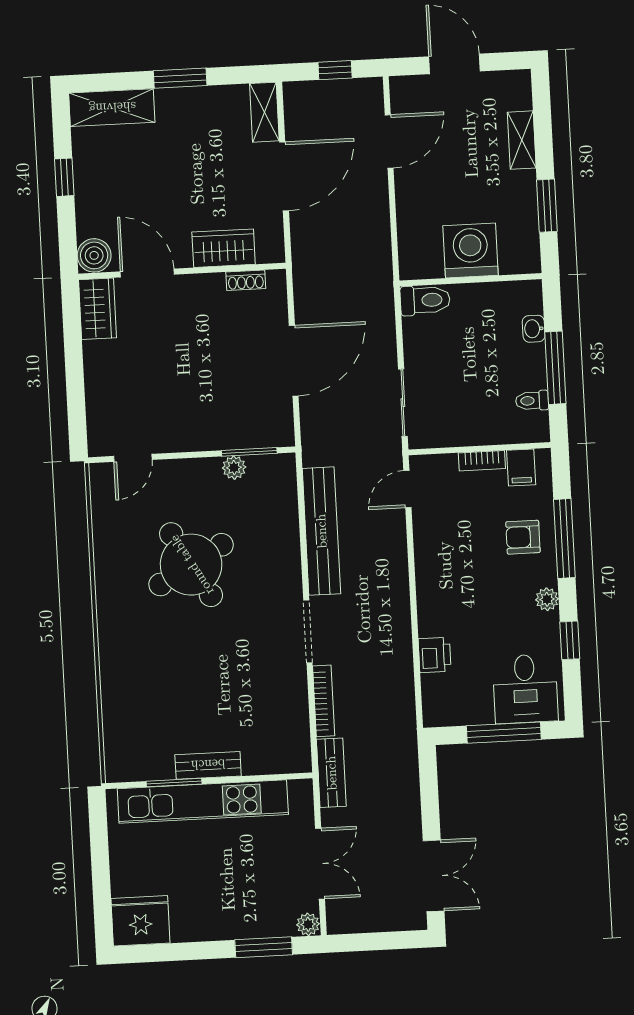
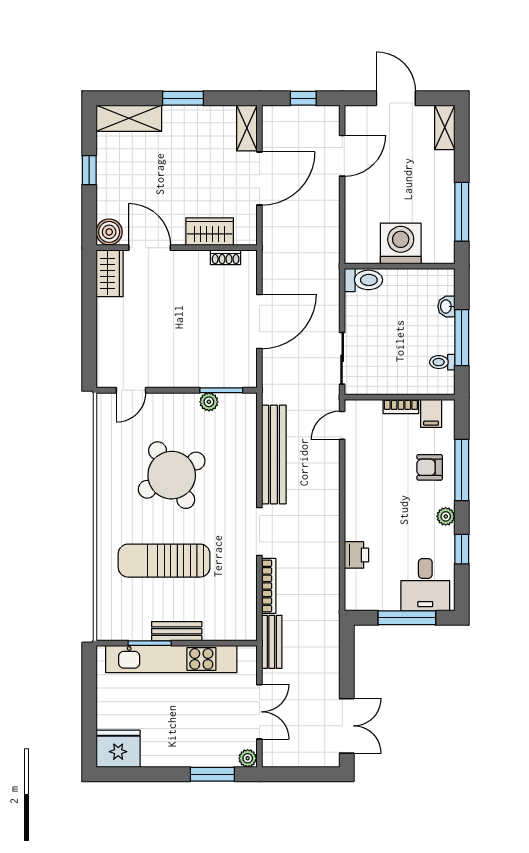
shelving: (522, 140) -> (445, 127), moved
window: (547, 206) -> (462, 212), width x1.44
sun lounger: (187, 675) -> (164, 561), added

